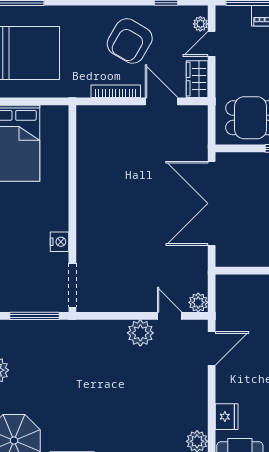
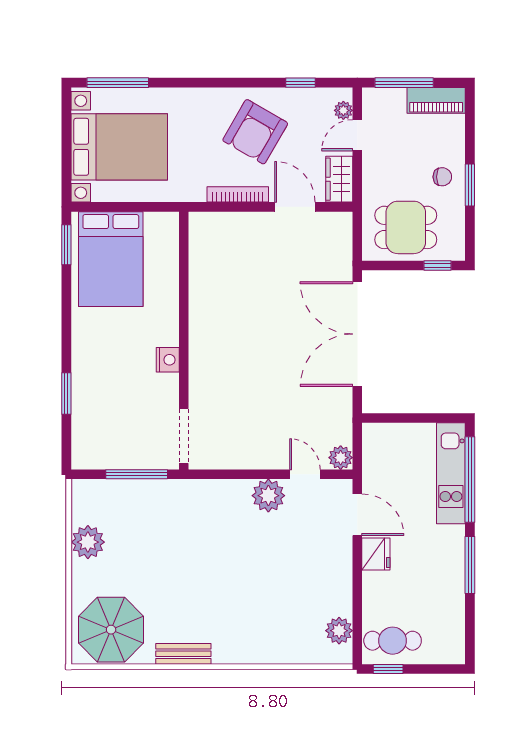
nightstand: (59, 242) -> (168, 360), moved
door: (212, 348) -> (357, 515), hinge flipped
fridge: (227, 417) -> (376, 554), moved

